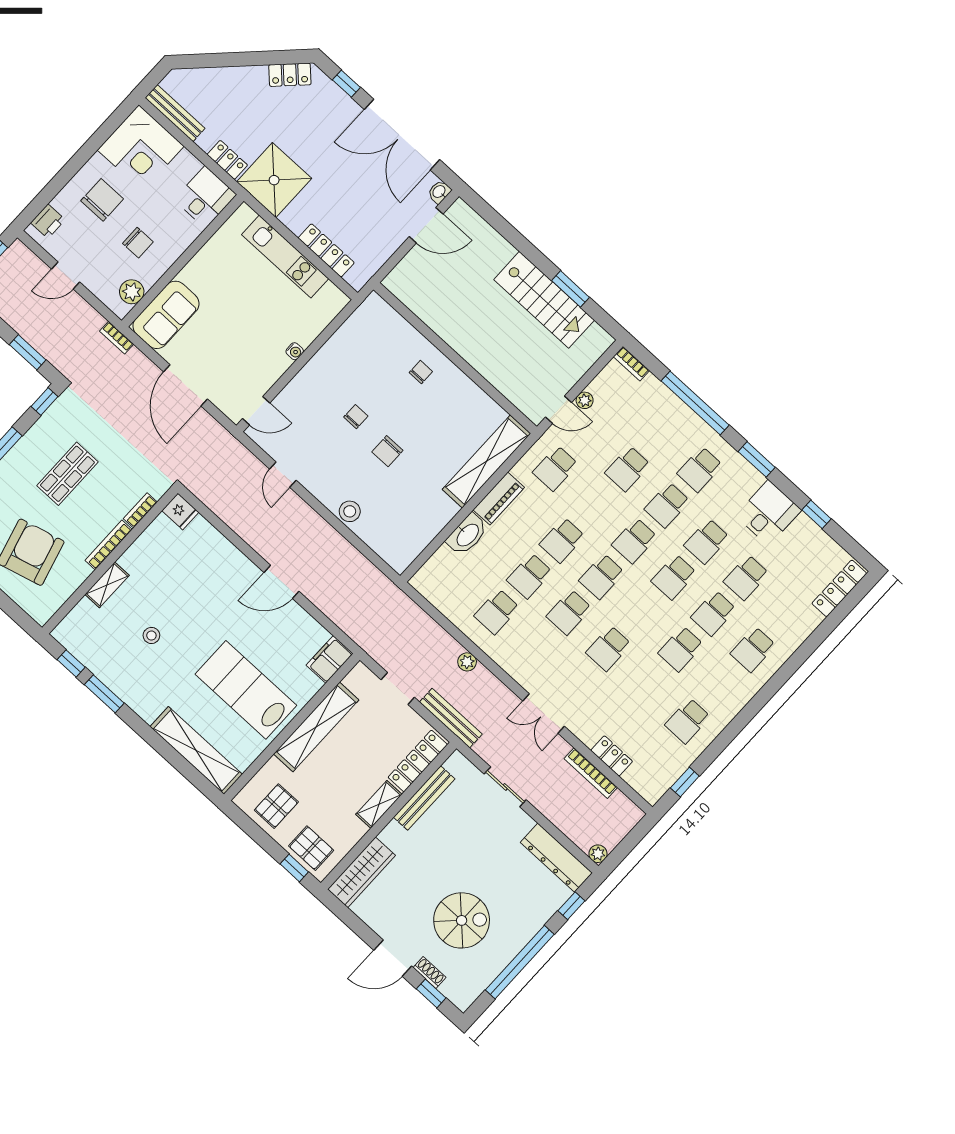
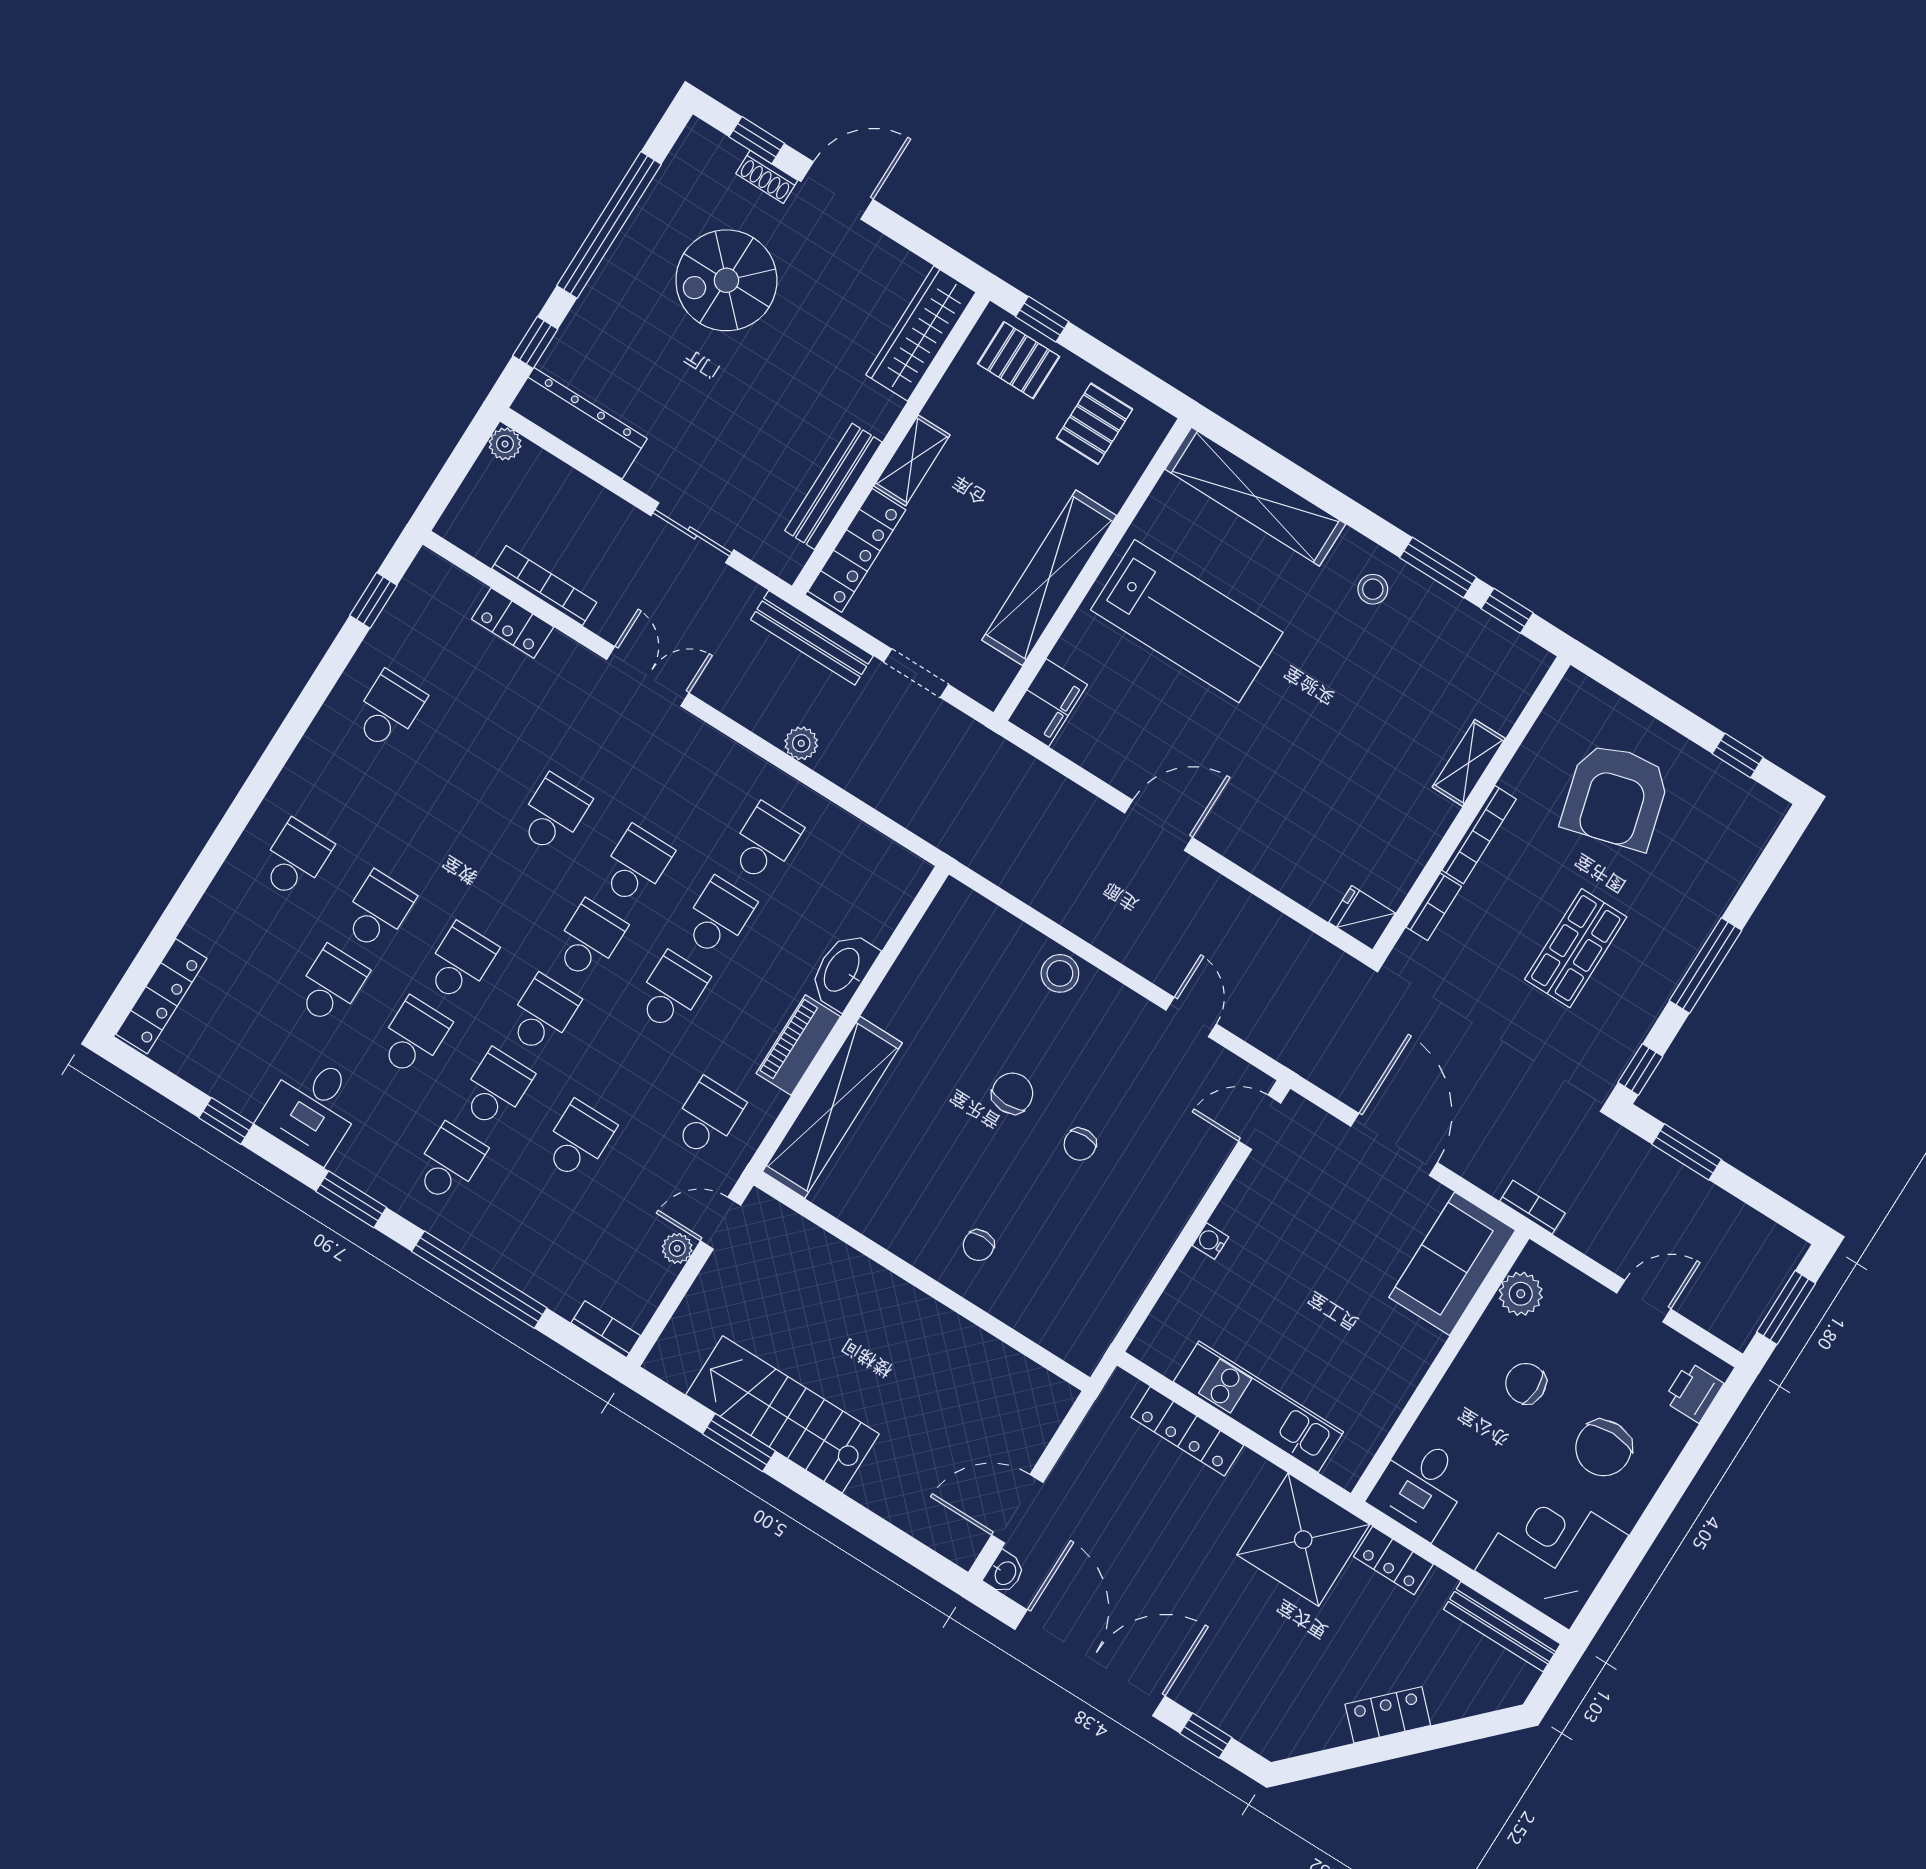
locker: (290, 75) -> (1388, 1715), moved
stool: (151, 635) -> (1373, 589), moved
school desk: (681, 649) -> (424, 836), removed

